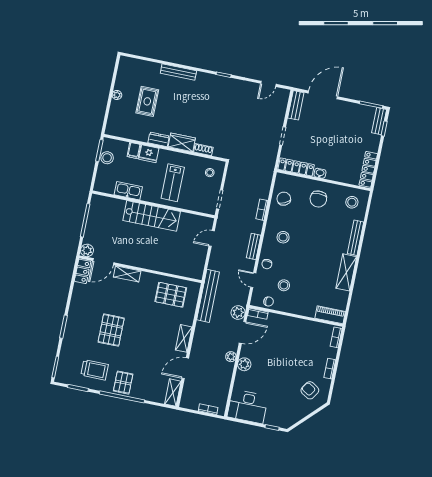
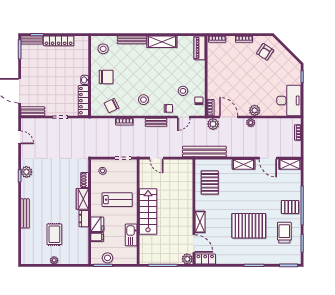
plant: (227, 84) -> (26, 172), added
rug: (147, 101) -> (54, 234), turned 90
locker: (368, 169) -> (59, 41), moved
pallet: (111, 330) -> (249, 226), width x1.37, depth x1.41

